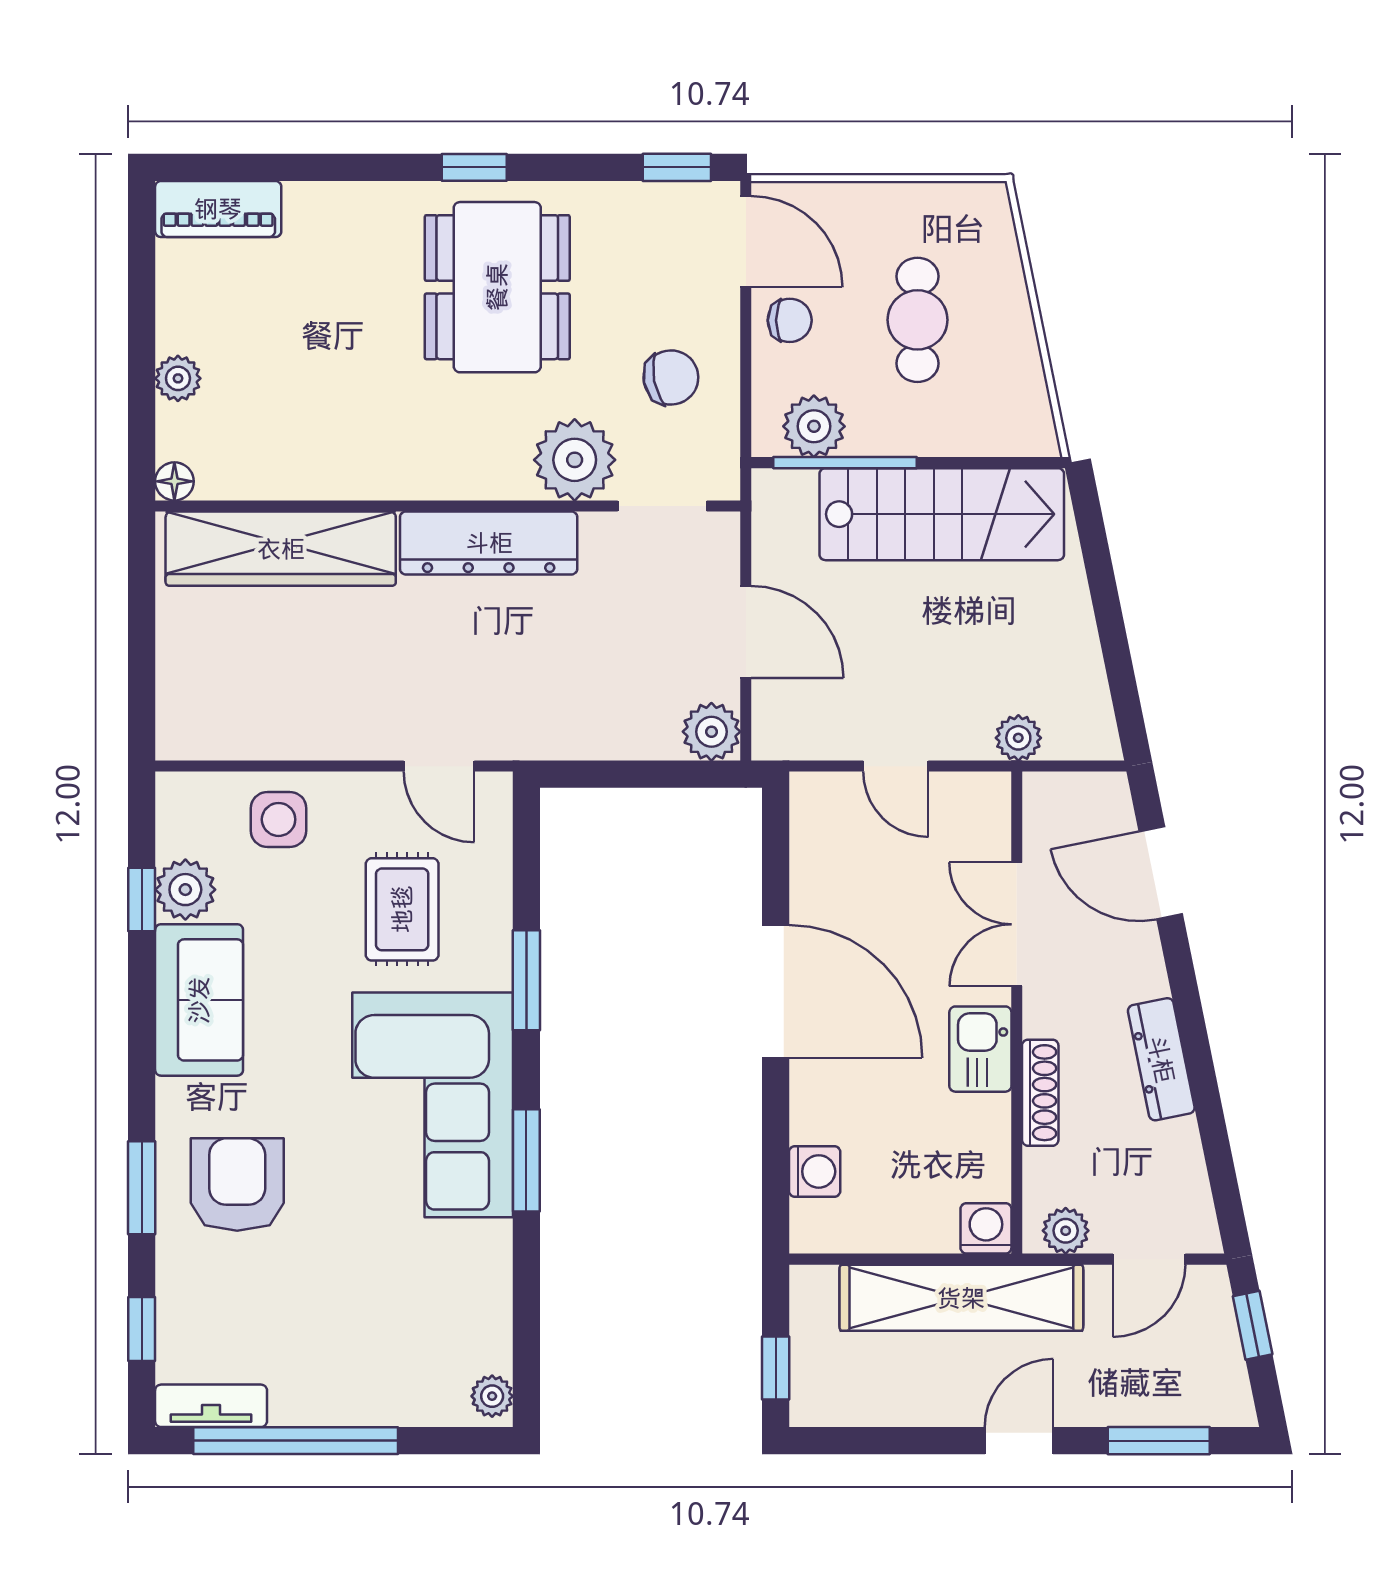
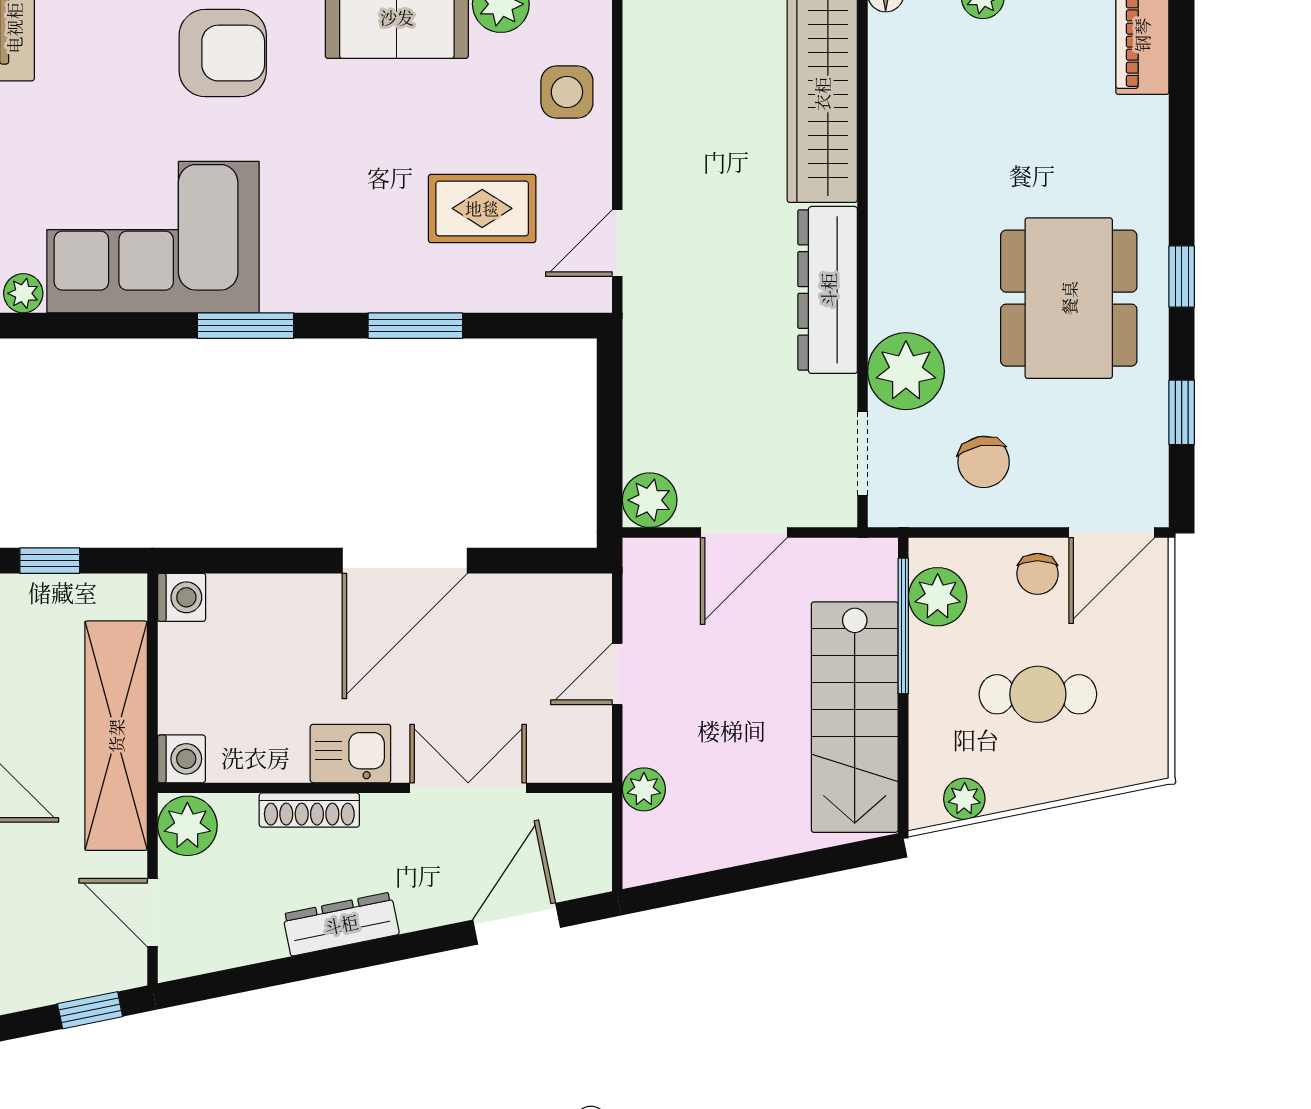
window: (677, 167) -> (1182, 412), moved
dining table: (497, 287) -> (1069, 298), turned 90
plant: (1028, 398) -> (964, 799), added
corner sofa: (433, 1105) -> (153, 237), moved
washing machine: (815, 1171) -> (182, 597), moved, turned -90
plant: (1066, 1231) -> (187, 826), width x1.38, depth x1.38

